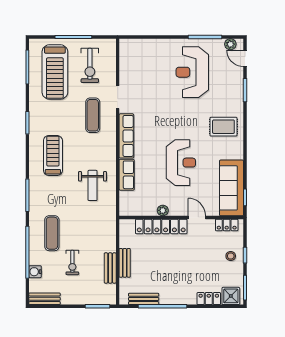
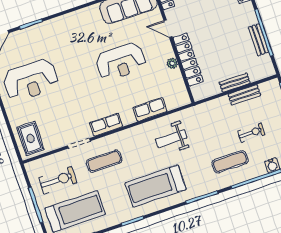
rug: (223, 127) -> (31, 138), moved
row of seats: (126, 136) -> (106, 125), width x0.68
treadmill: (53, 155) -> (156, 186), width x1.37, depth x1.38
reception desk: (181, 163) -> (121, 62), turned 180
weight bench: (93, 185) -> (171, 139), turned 180
door: (197, 217) -> (168, 29), hinge flipped
bench: (144, 299) -> (259, 40), moved

